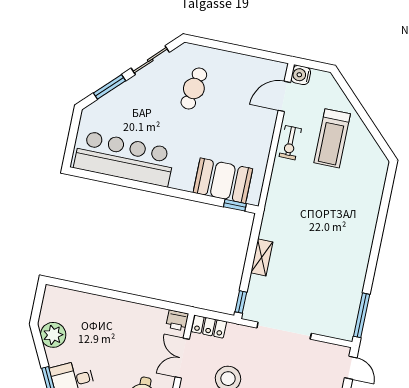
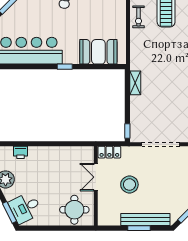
window: (235, 205) -> (65, 67), moved
shelving: (262, 257) -> (135, 83), moved
printer: (177, 320) -> (21, 152), moved

